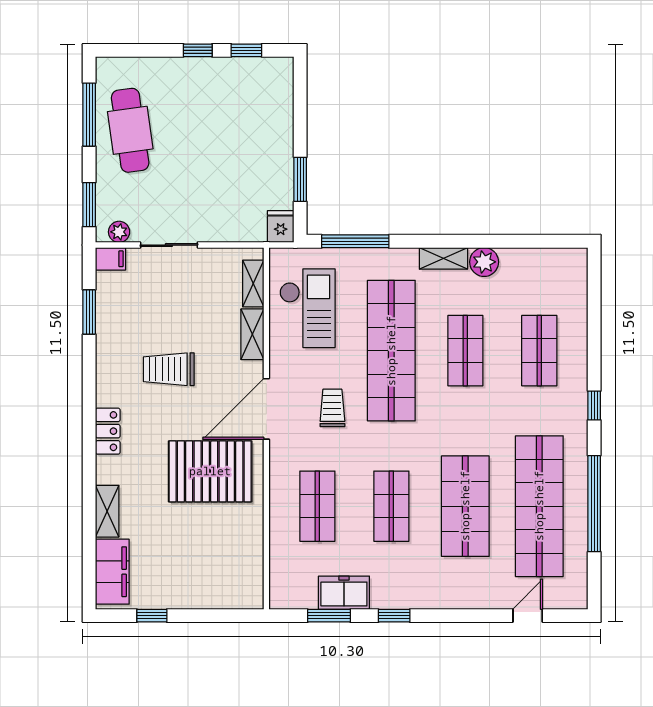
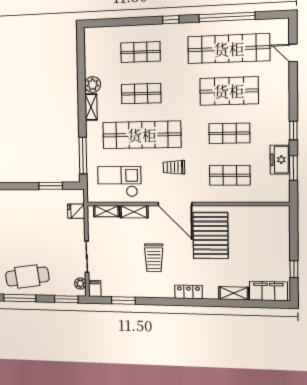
fridge: (281, 227) -> (76, 211), moved

